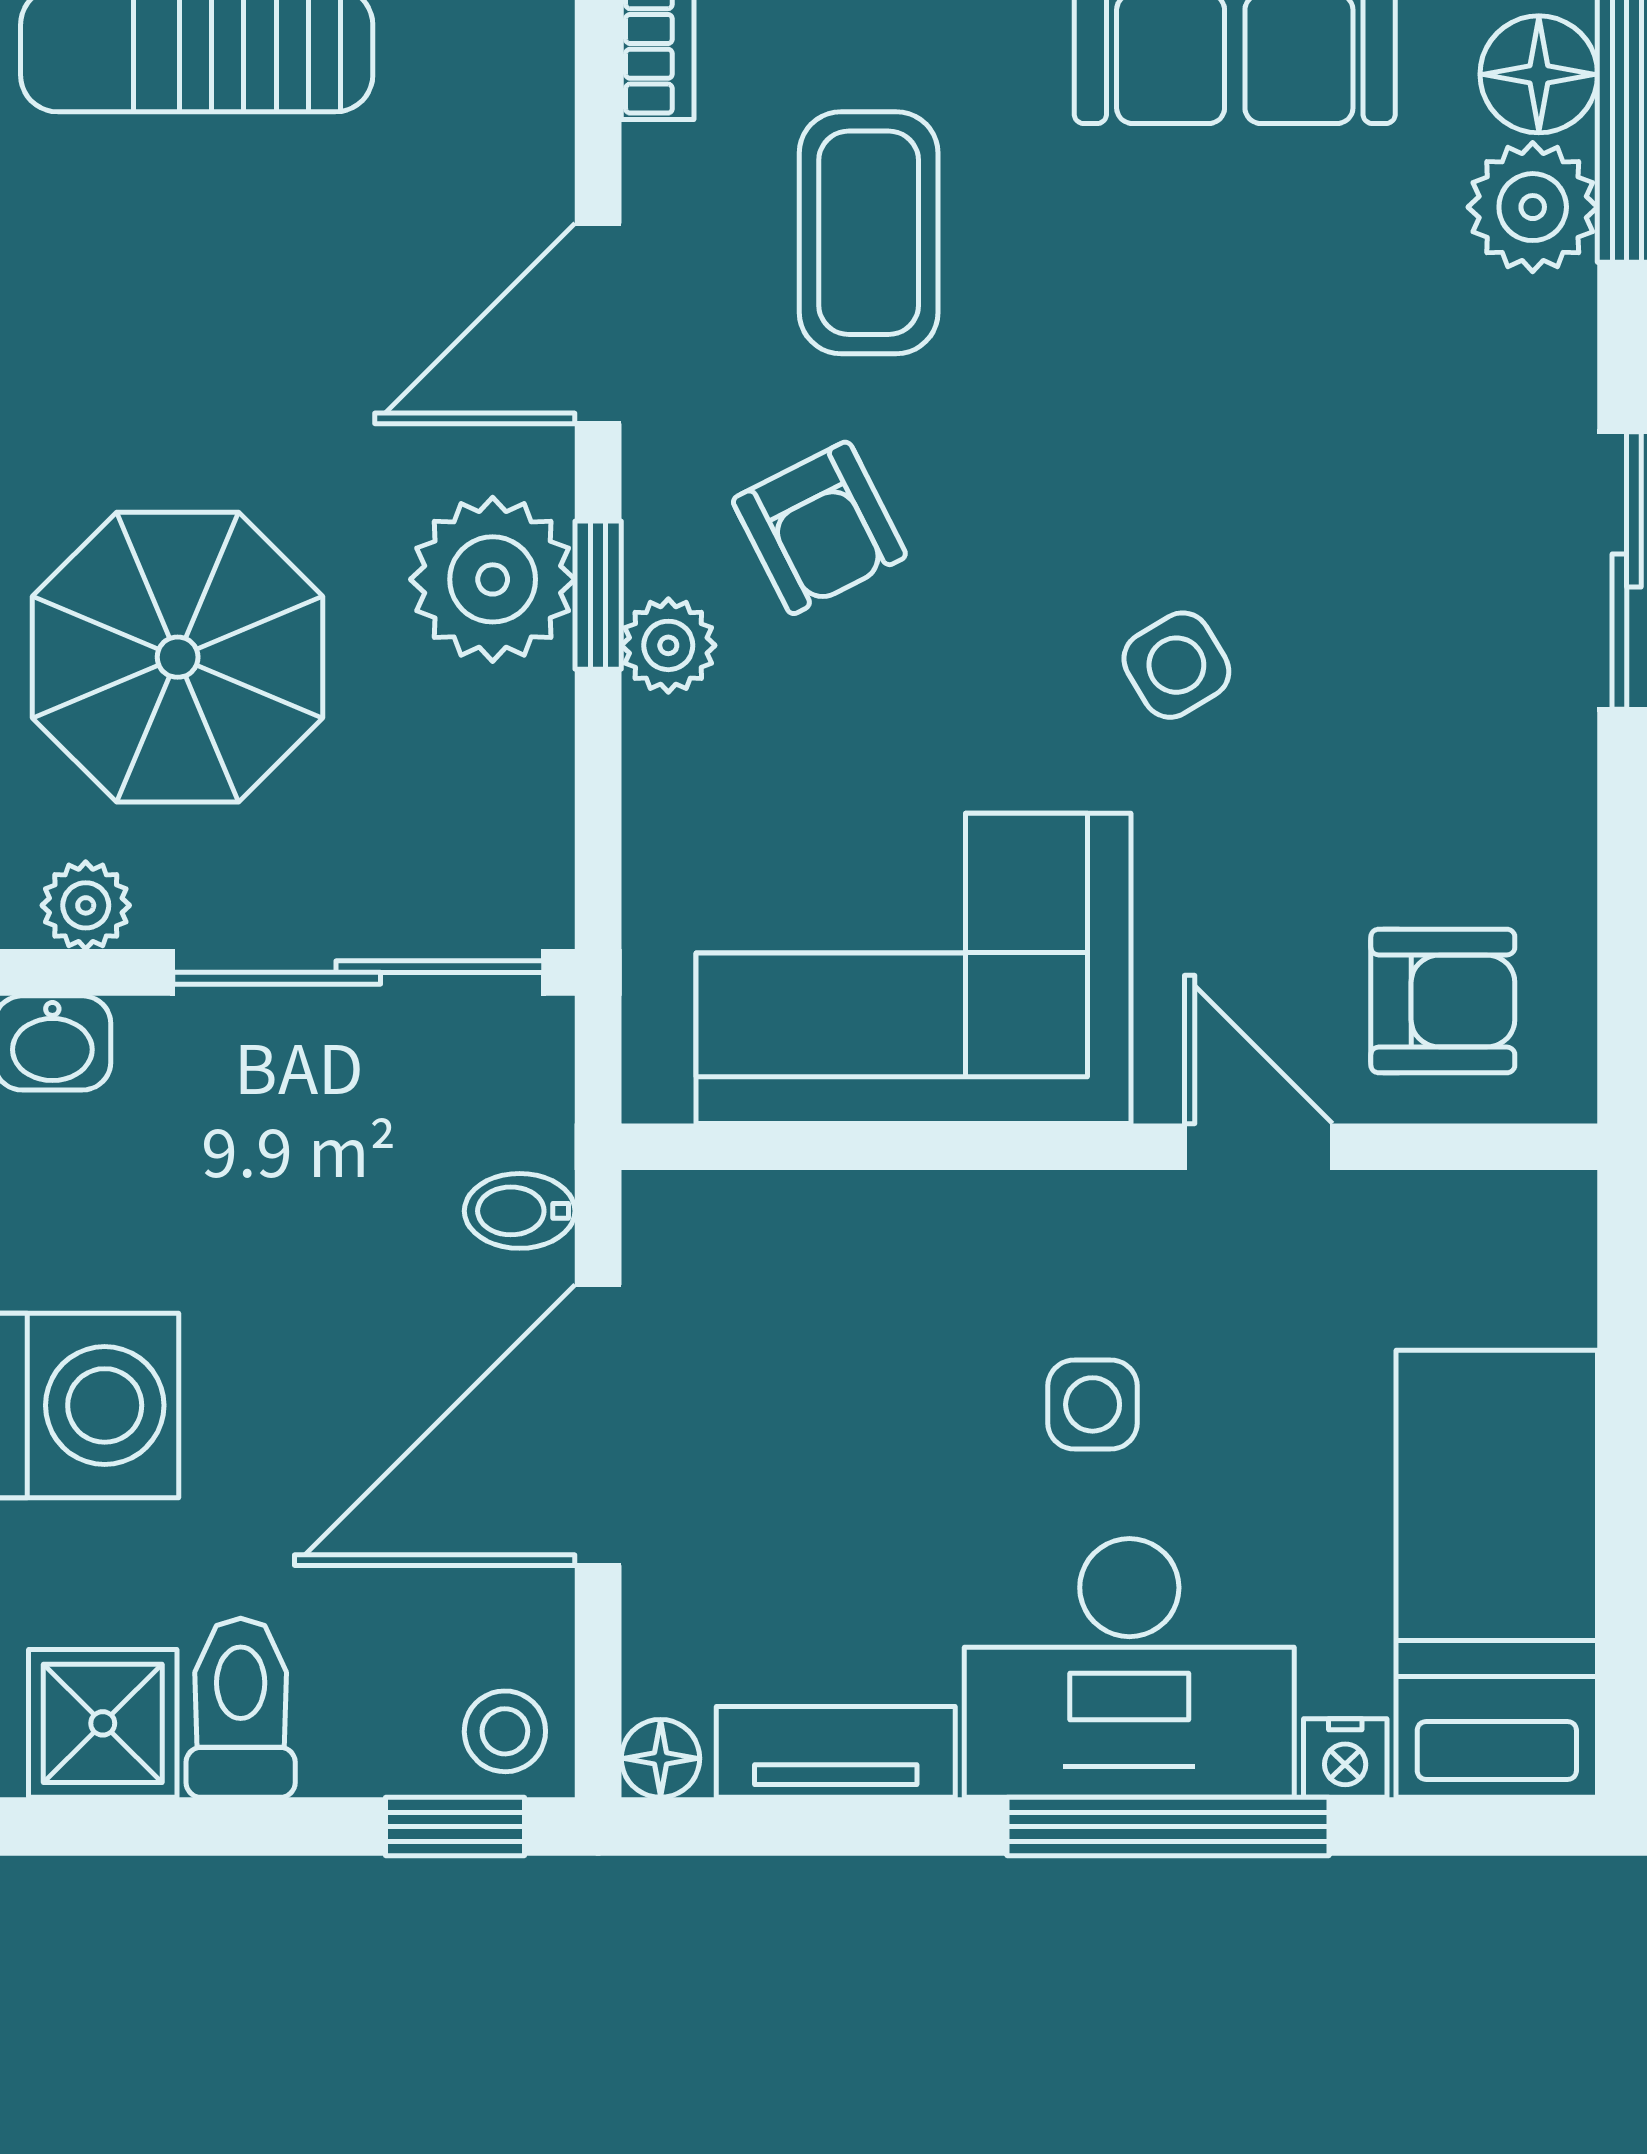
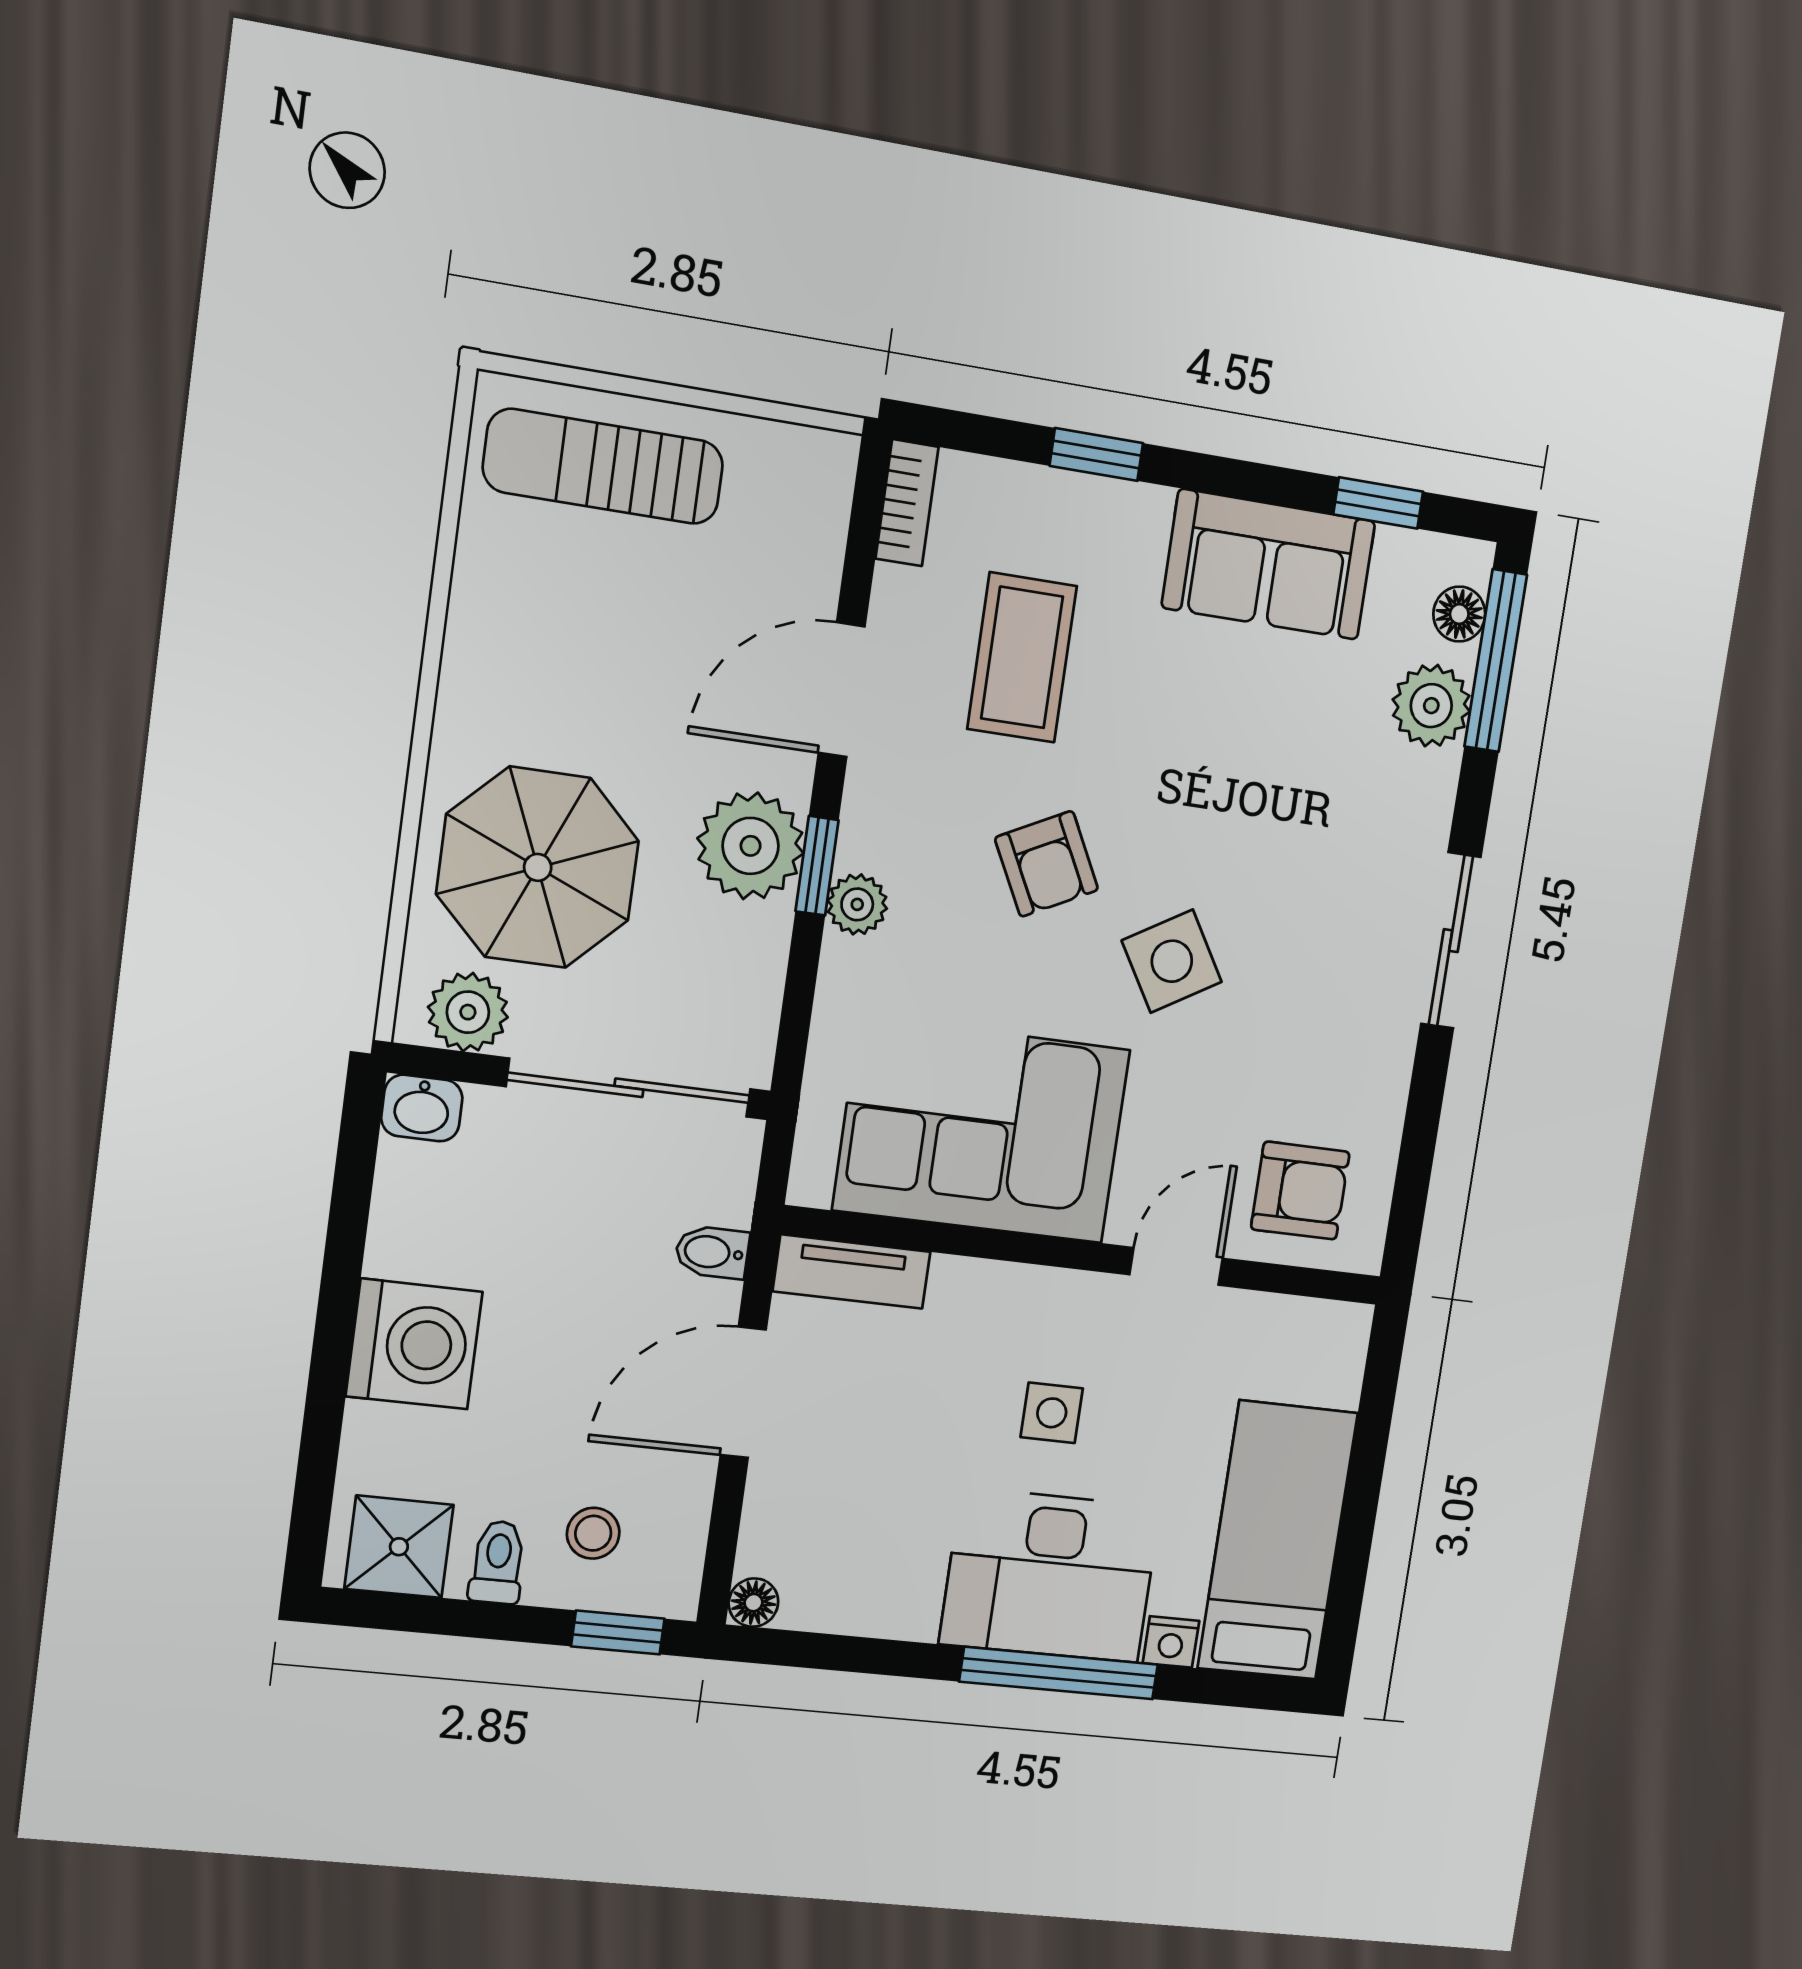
floor lamp: (1539, 74) -> (1459, 614), width x0.73, depth x0.73
armchair: (819, 528) -> (1047, 864), moved
side table: (1176, 665) -> (1172, 961), width x1.37, depth x1.37
plant: (86, 905) -> (468, 1012), width x1.38, depth x1.38
door: (1259, 1147) -> (1176, 1266), hinge flipped
door: (598, 1425) -> (743, 1392), width x0.73
toilet: (241, 1708) -> (498, 1562), width x0.73, depth x0.72
stool: (505, 1731) -> (593, 1533), moved
tv unit: (836, 1752) -> (852, 1271), moved, turned 180

